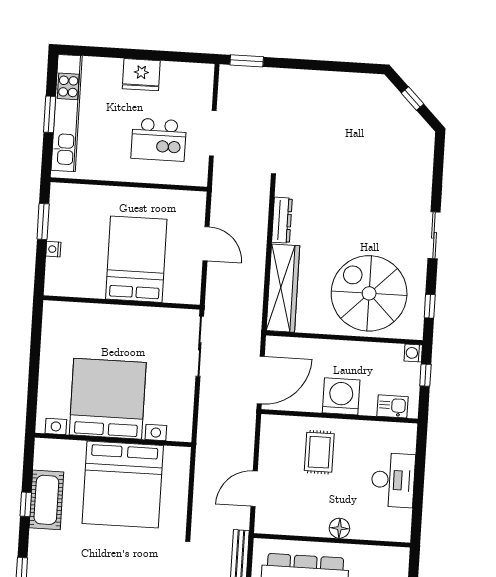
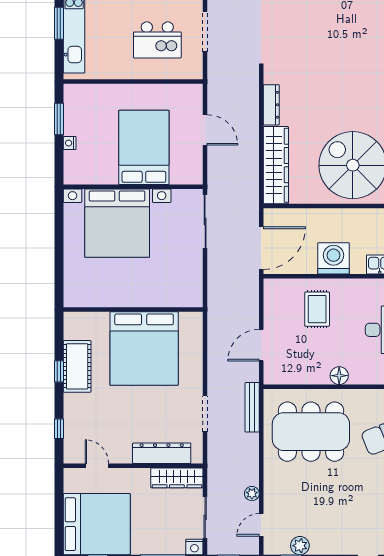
bed with nightstands: (108, 399) -> (117, 223), moved, turned 180

